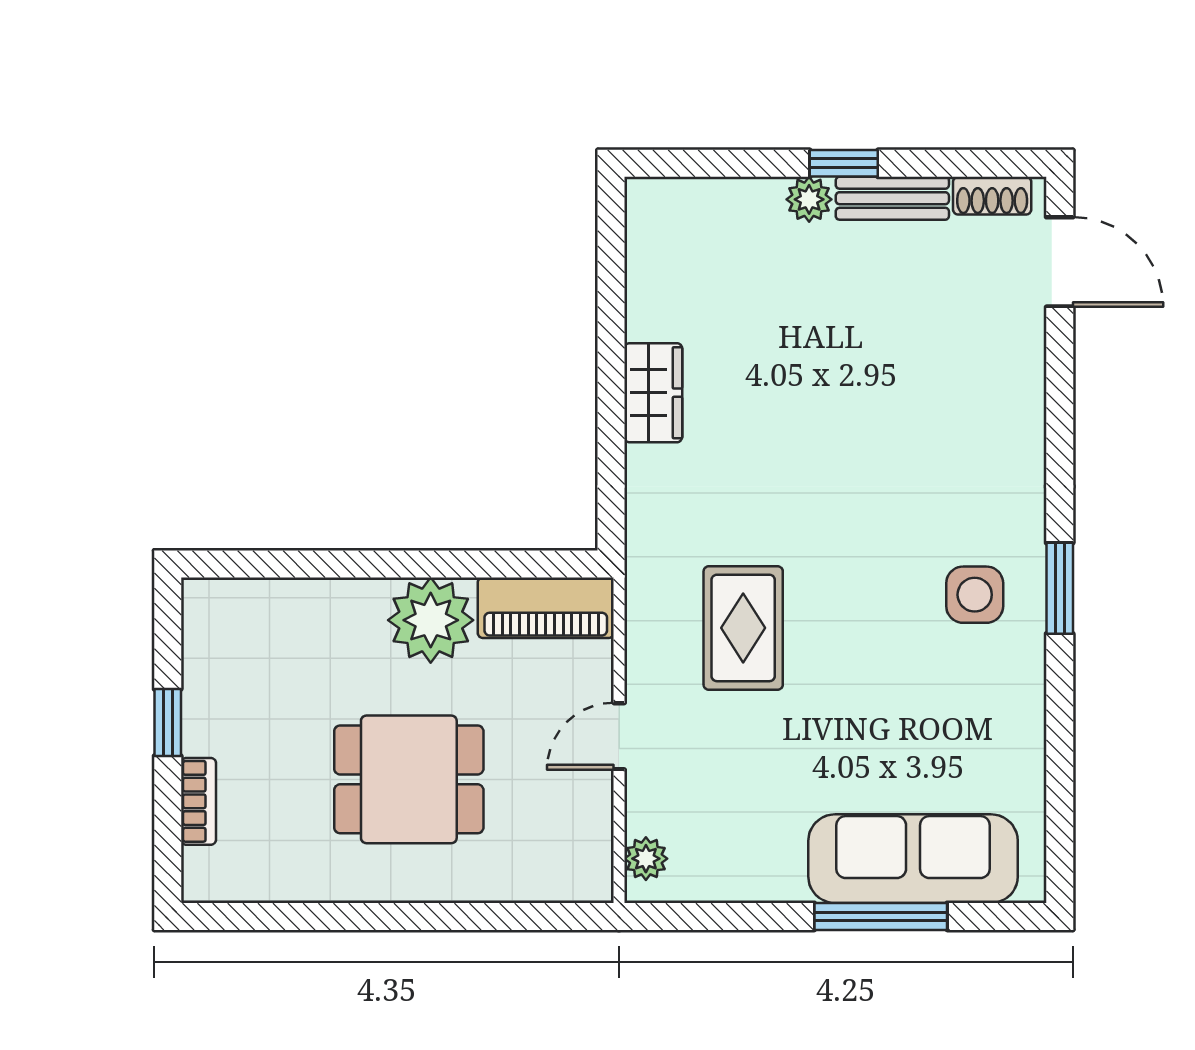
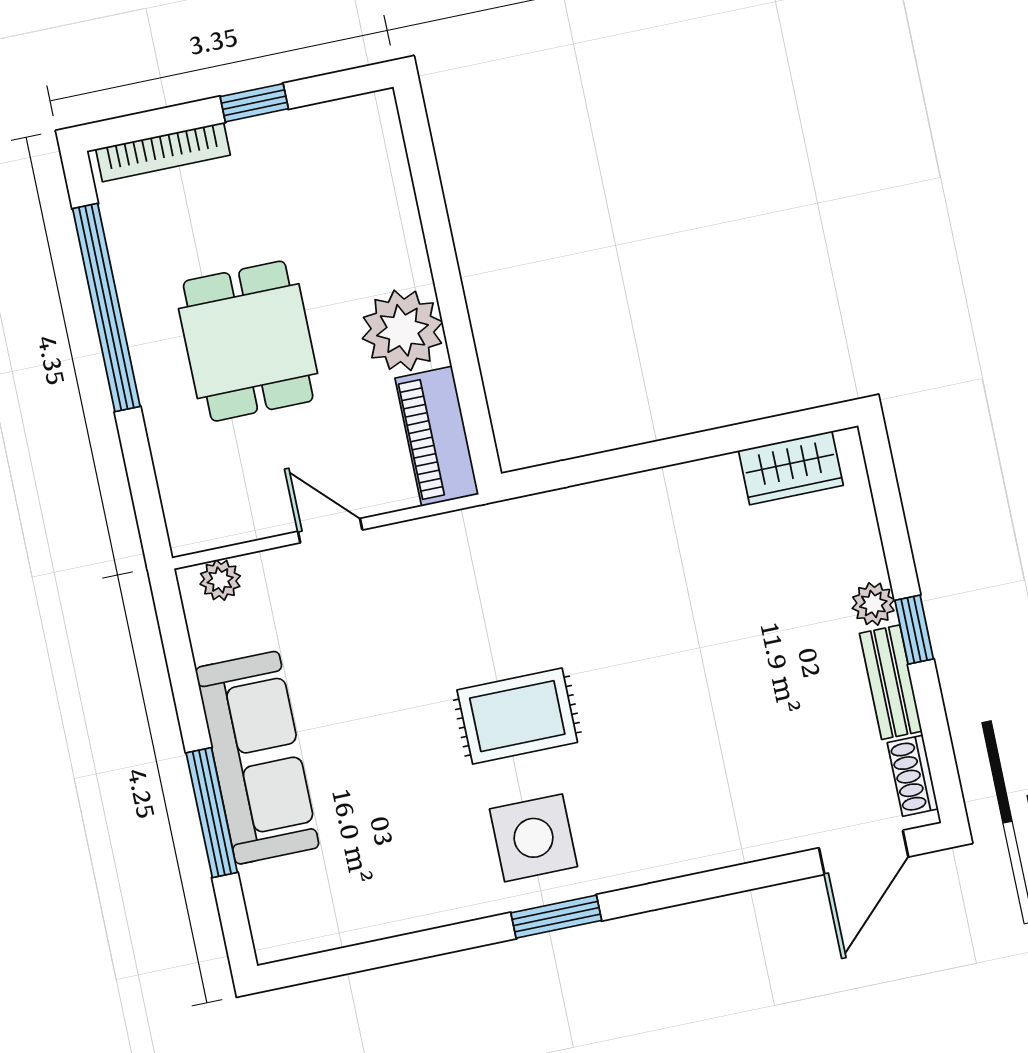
wardrobe: (653, 393) -> (791, 468), moved
side table: (975, 595) -> (533, 838), width x1.37, depth x1.37
rug: (743, 628) -> (517, 716), moved
bookcase: (198, 801) -> (163, 152), width x1.56
sofa: (913, 859) -> (257, 758), moved
window: (345, 916) -> (106, 308), added

